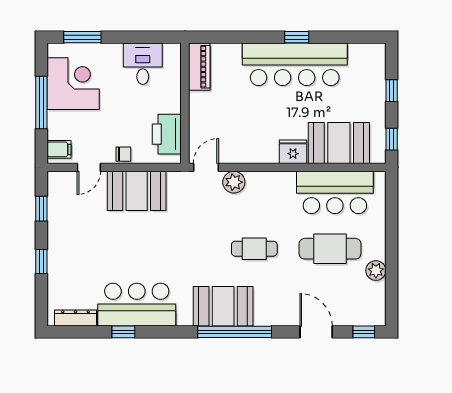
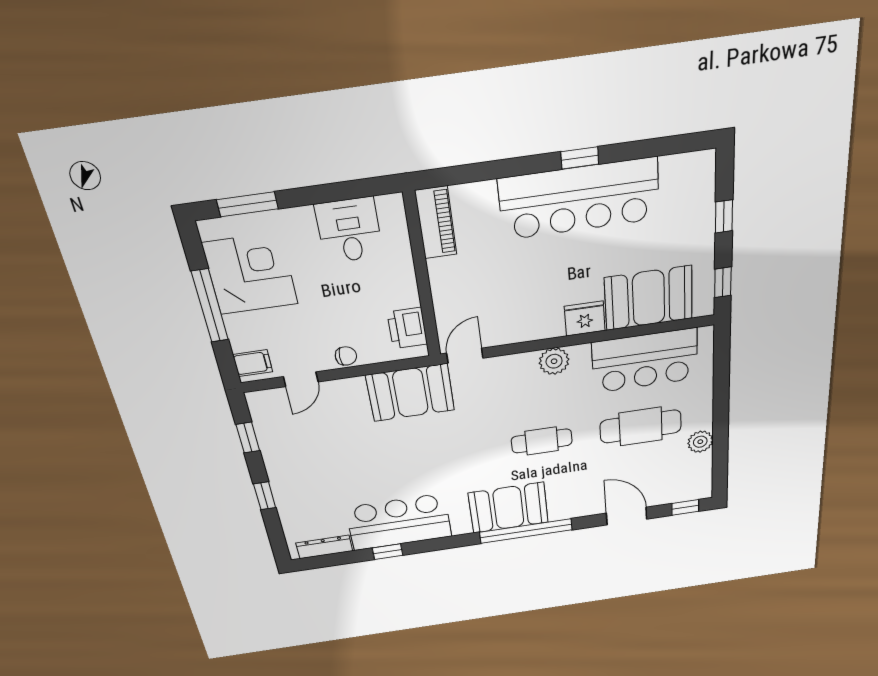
printer: (167, 134) -> (407, 328), width x0.73, depth x0.84
plant: (234, 182) -> (554, 361), moved
booth: (137, 191) -> (410, 393), moved

